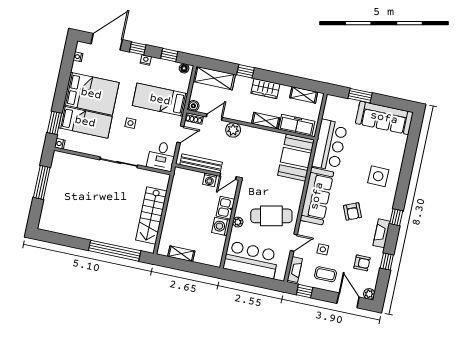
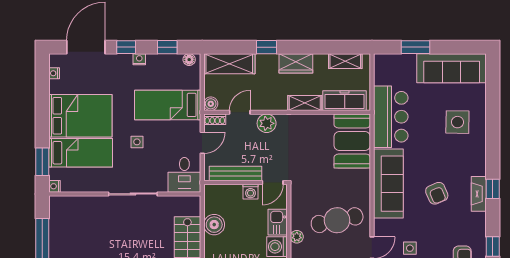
side table: (378, 176) -> (457, 122), moved
boiler: (176, 199) -> (214, 225), added
fireplace: (382, 233) -> (479, 194), moved

